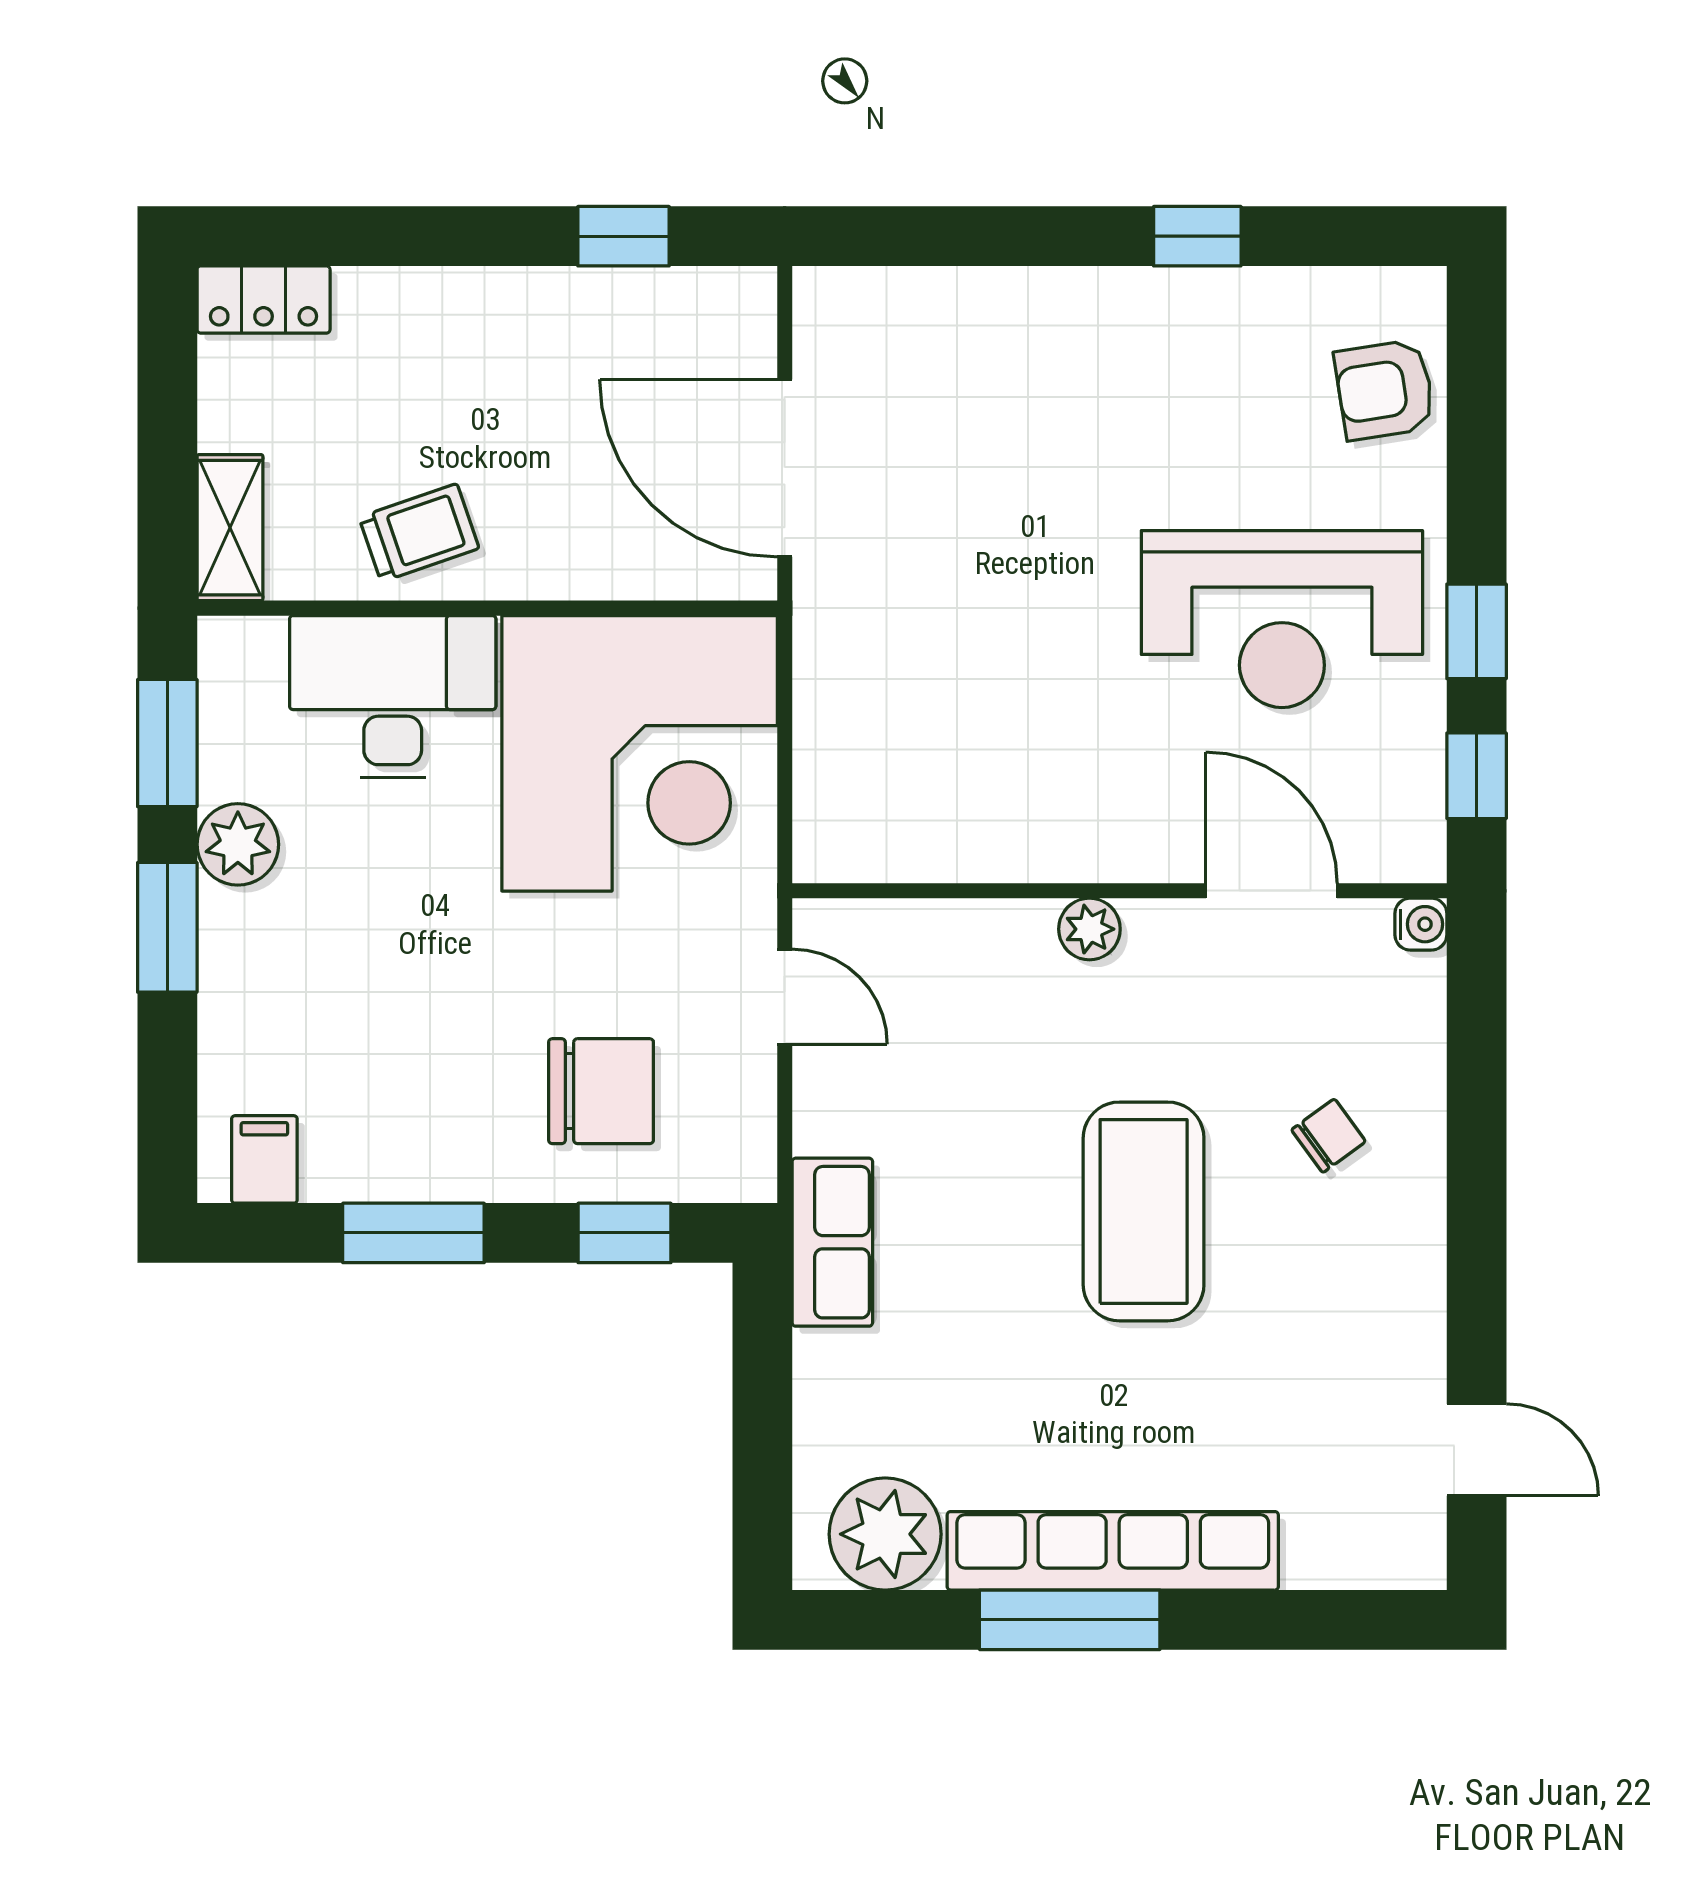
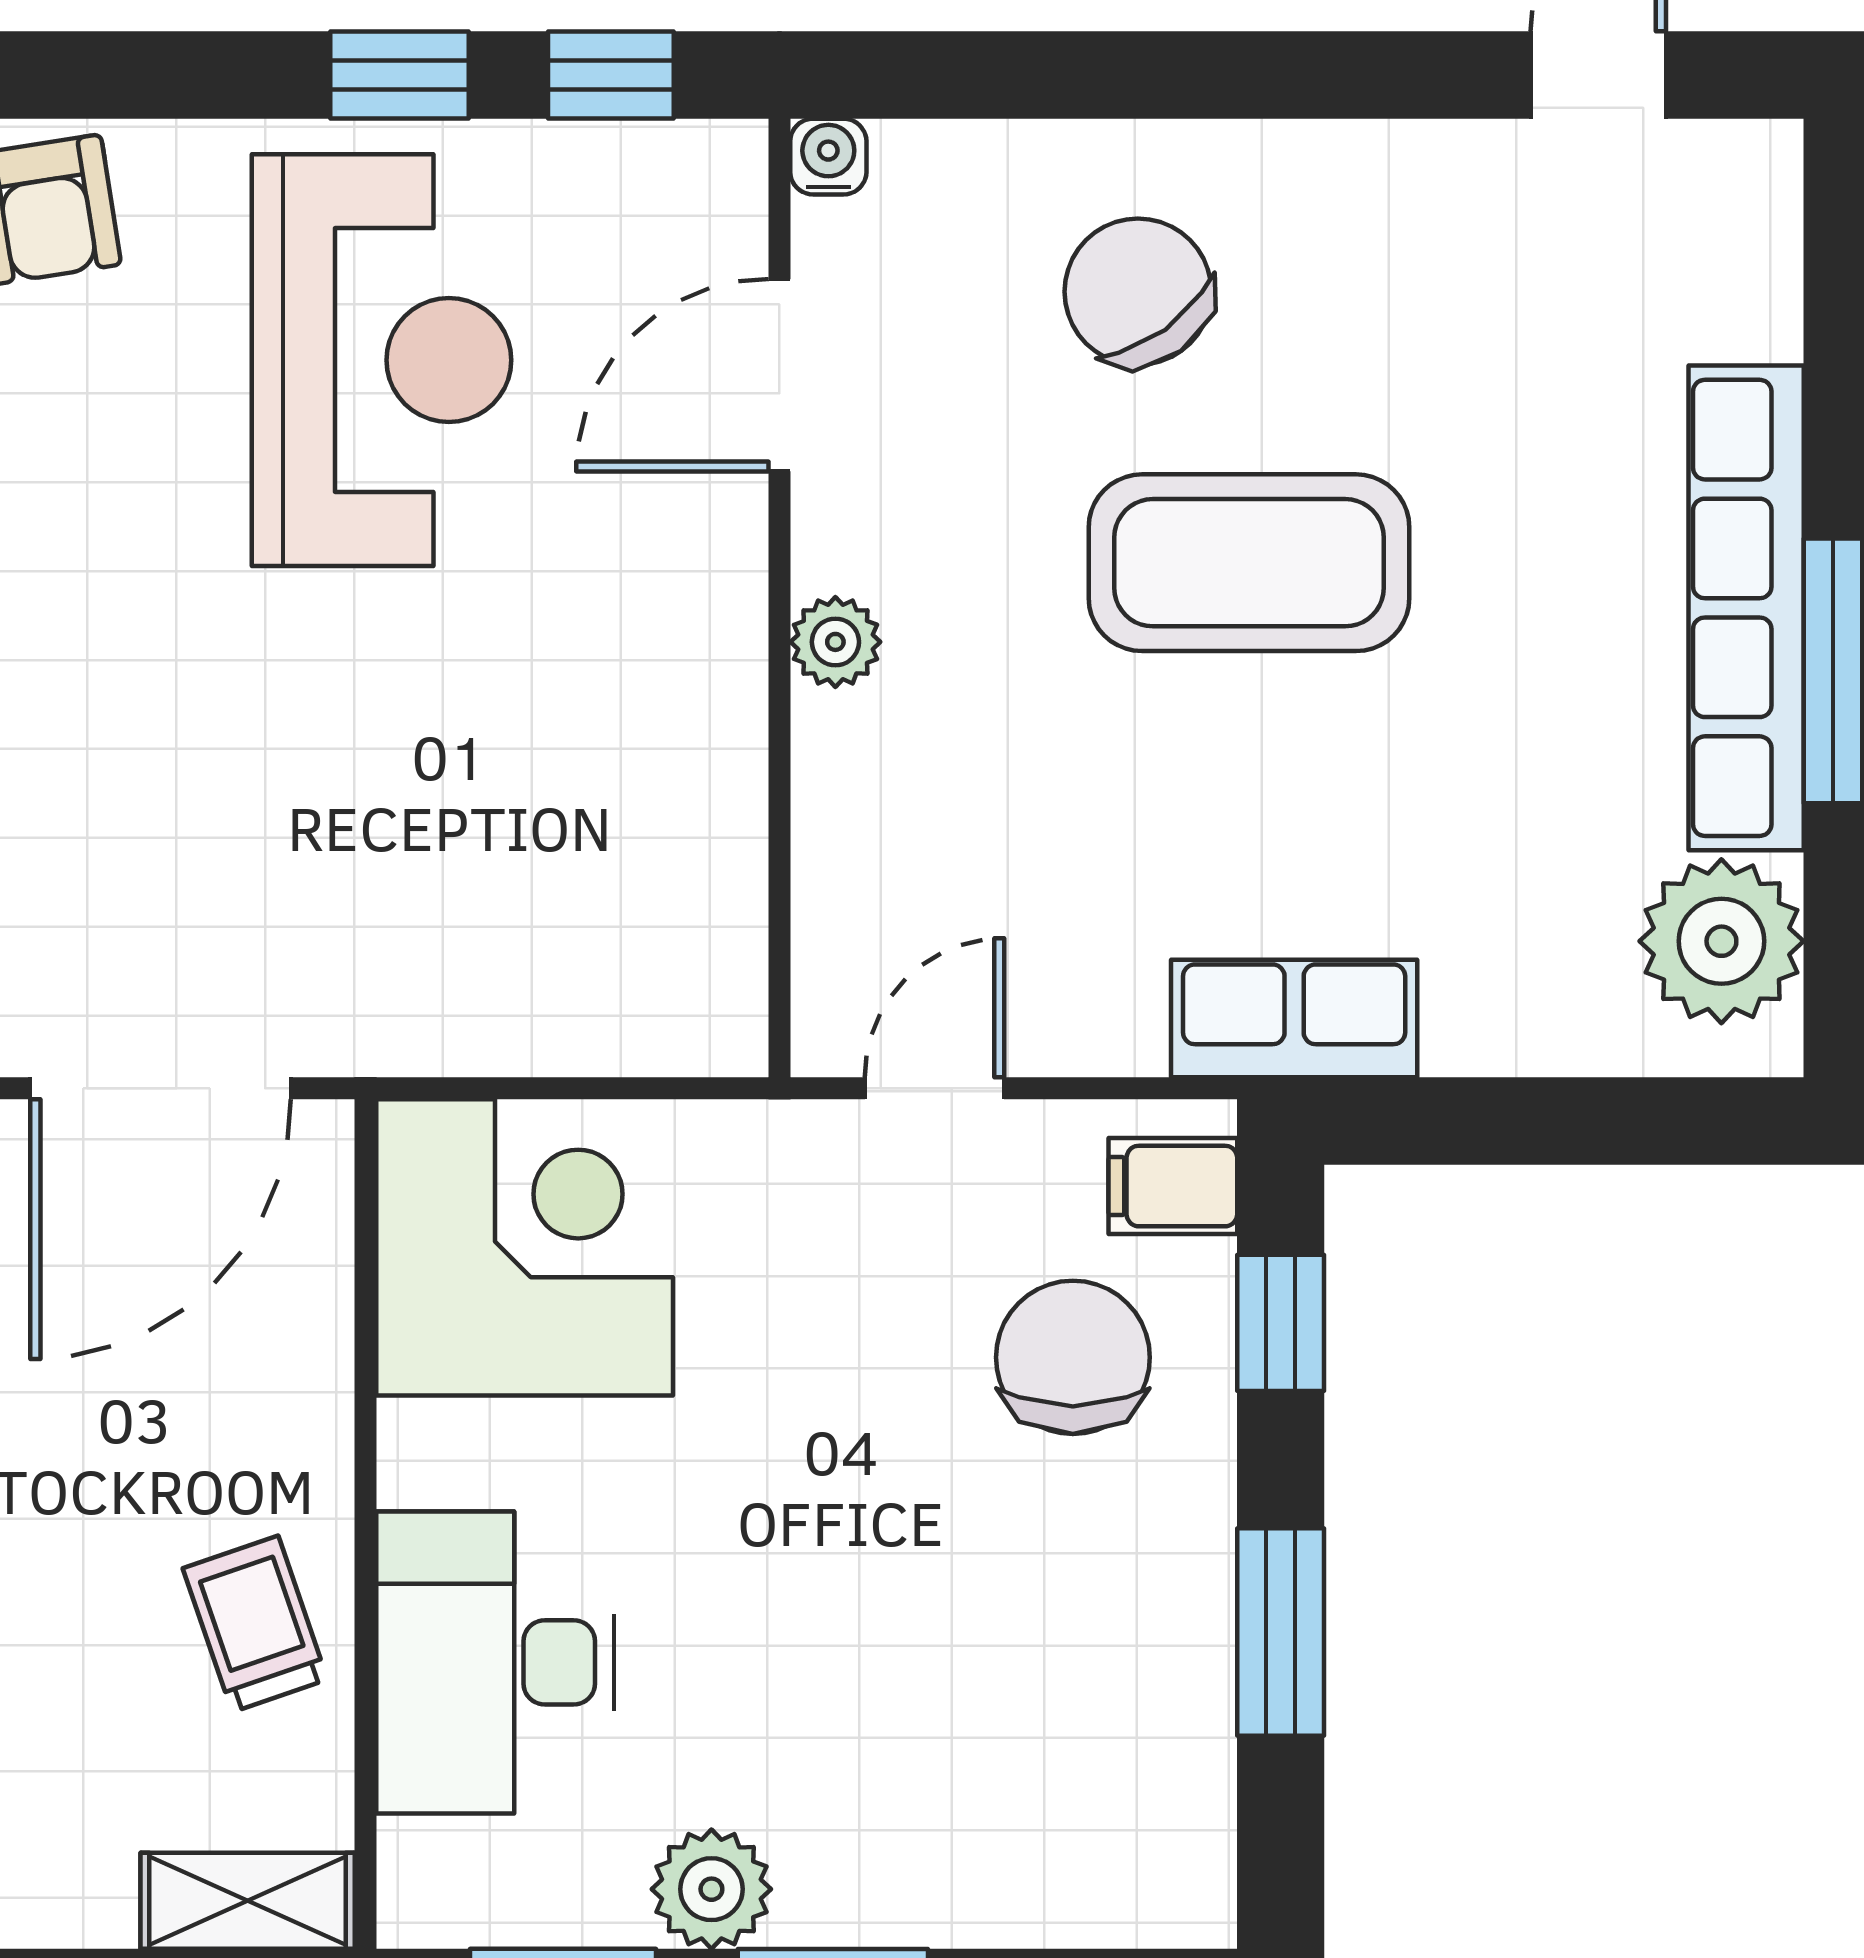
corner desk: (640, 753) -> (525, 1247), width x0.74, depth x0.74
chair: (1329, 1136) -> (1138, 292), width x1.87, depth x1.87
filing cabinet: (264, 1159) -> (1173, 1186), moved

